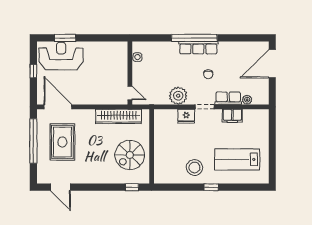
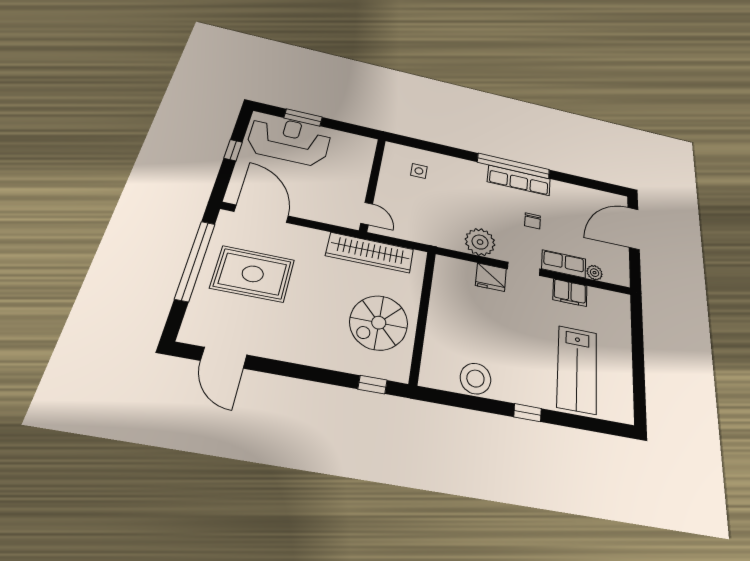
wall: (130, 73) -> (373, 184), moved
door: (130, 93) -> (367, 214), moved
rug: (62, 142) -> (253, 274), turned 90
lab bench: (237, 159) -> (577, 369), turned -90
stool: (194, 167) -> (475, 379), moved

